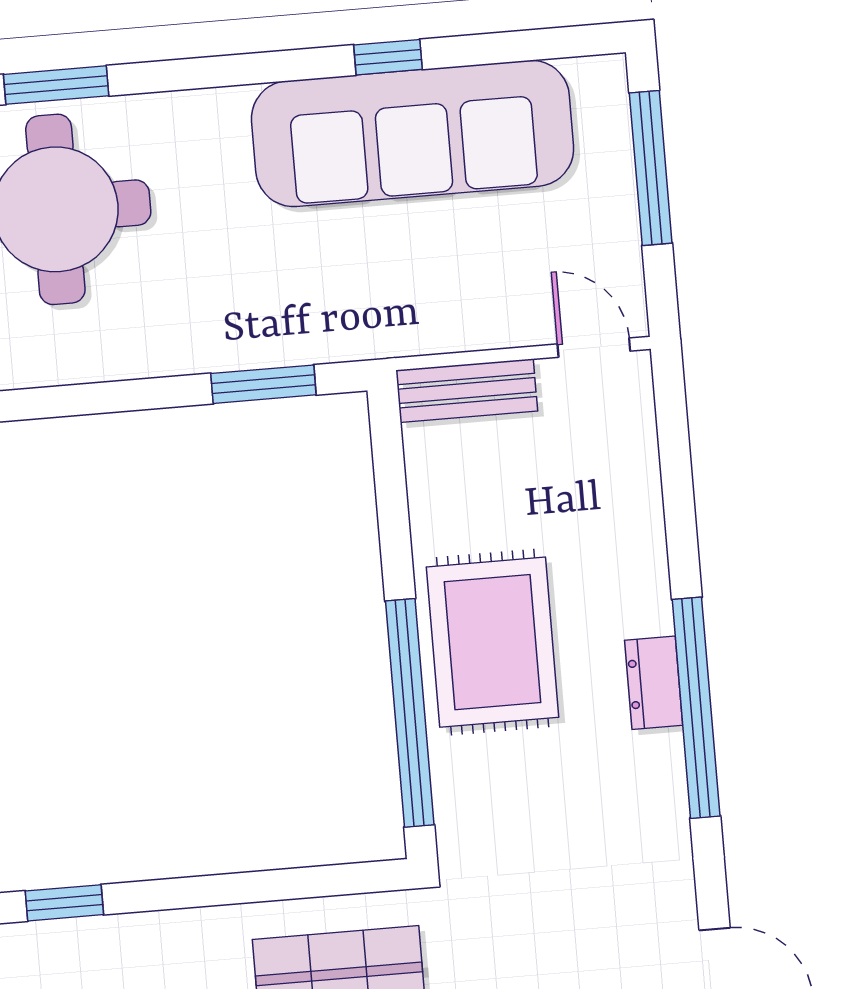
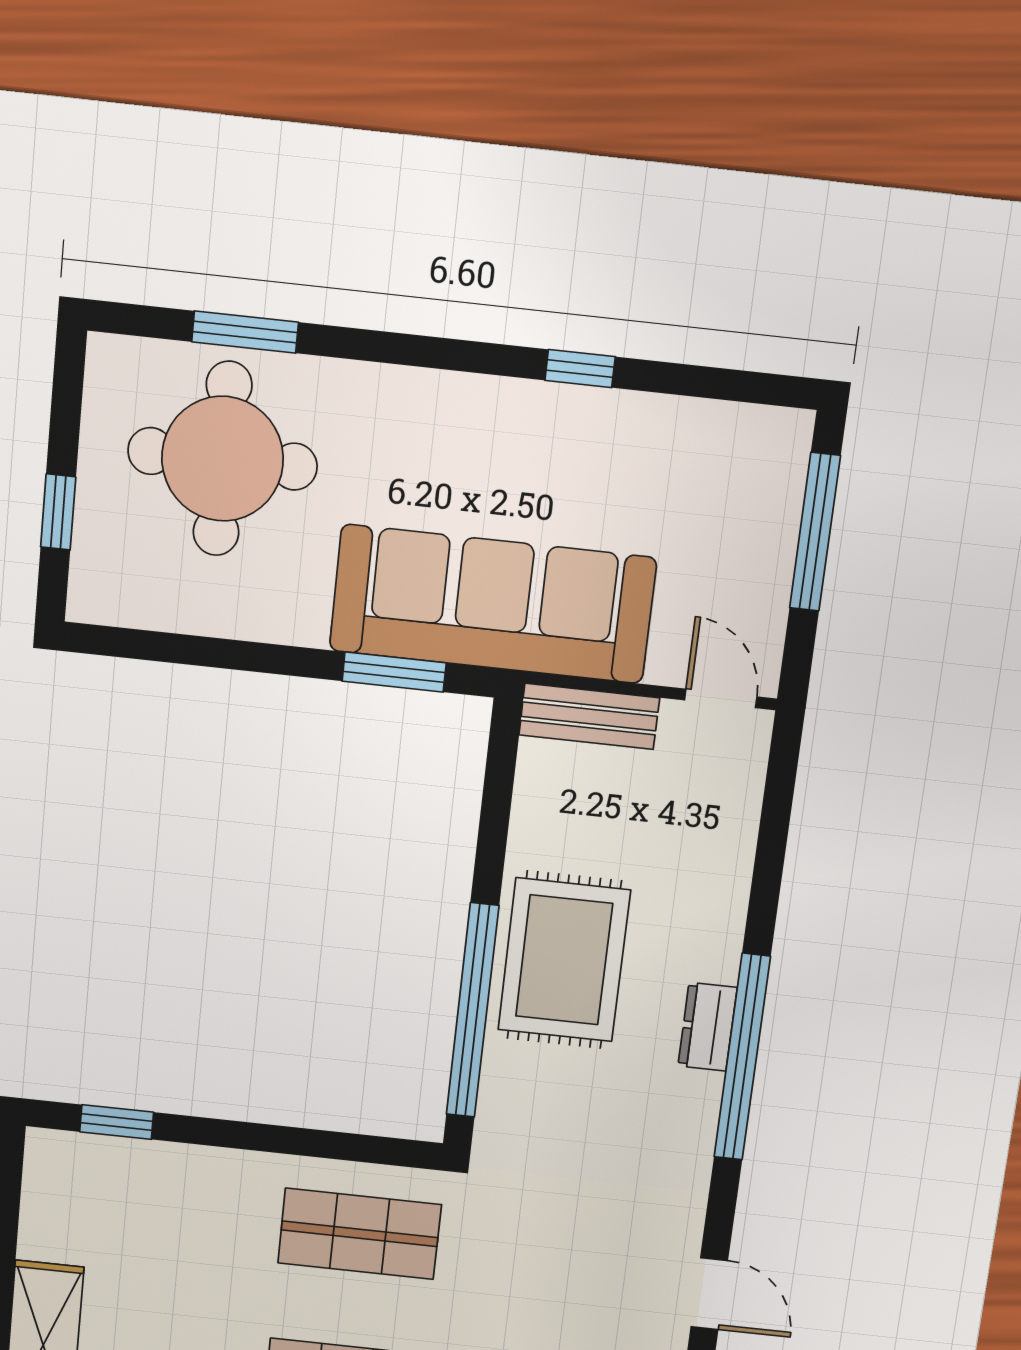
sofa: (413, 133) -> (493, 604), moved, turned 180

